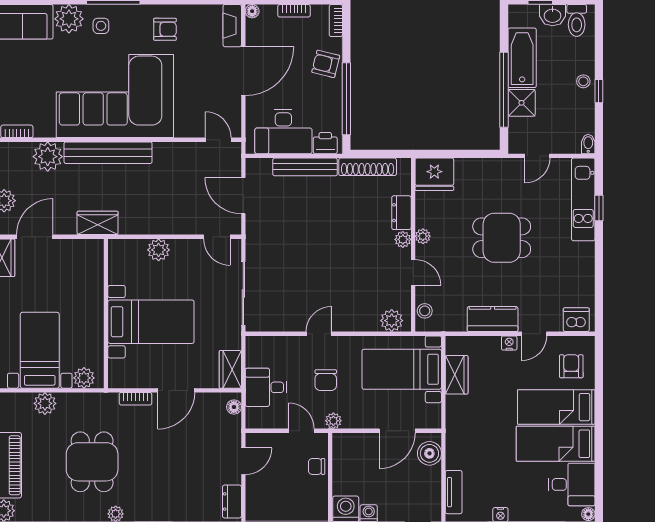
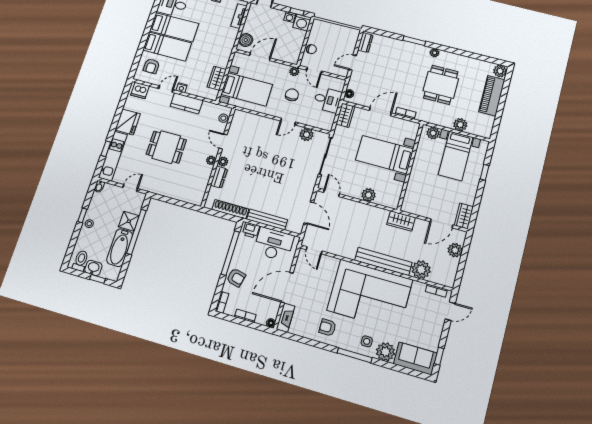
fridge: (434, 174) -> (128, 122), moved, turned 90
plant: (392, 321) -> (307, 135), moved

